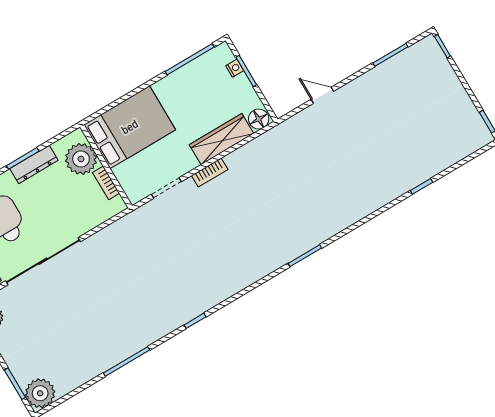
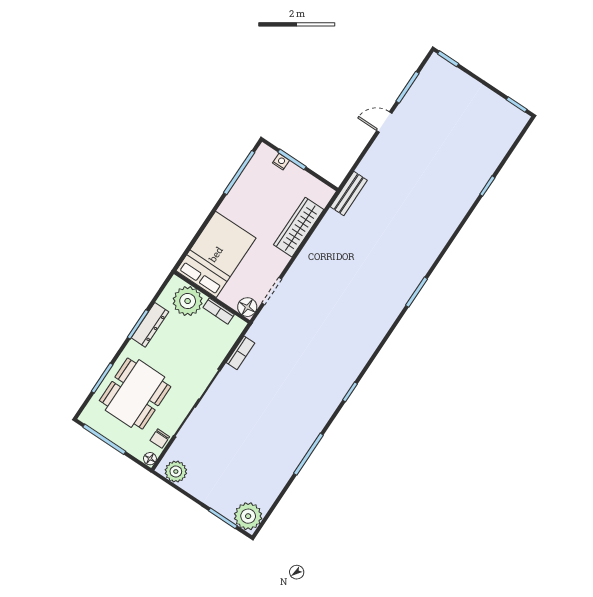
door: (322, 95) -> (384, 122), moved
floor lamp: (259, 119) -> (247, 307), moved
bench: (285, 130) -> (349, 194), added
bookcase: (210, 172) -> (240, 353), moved

